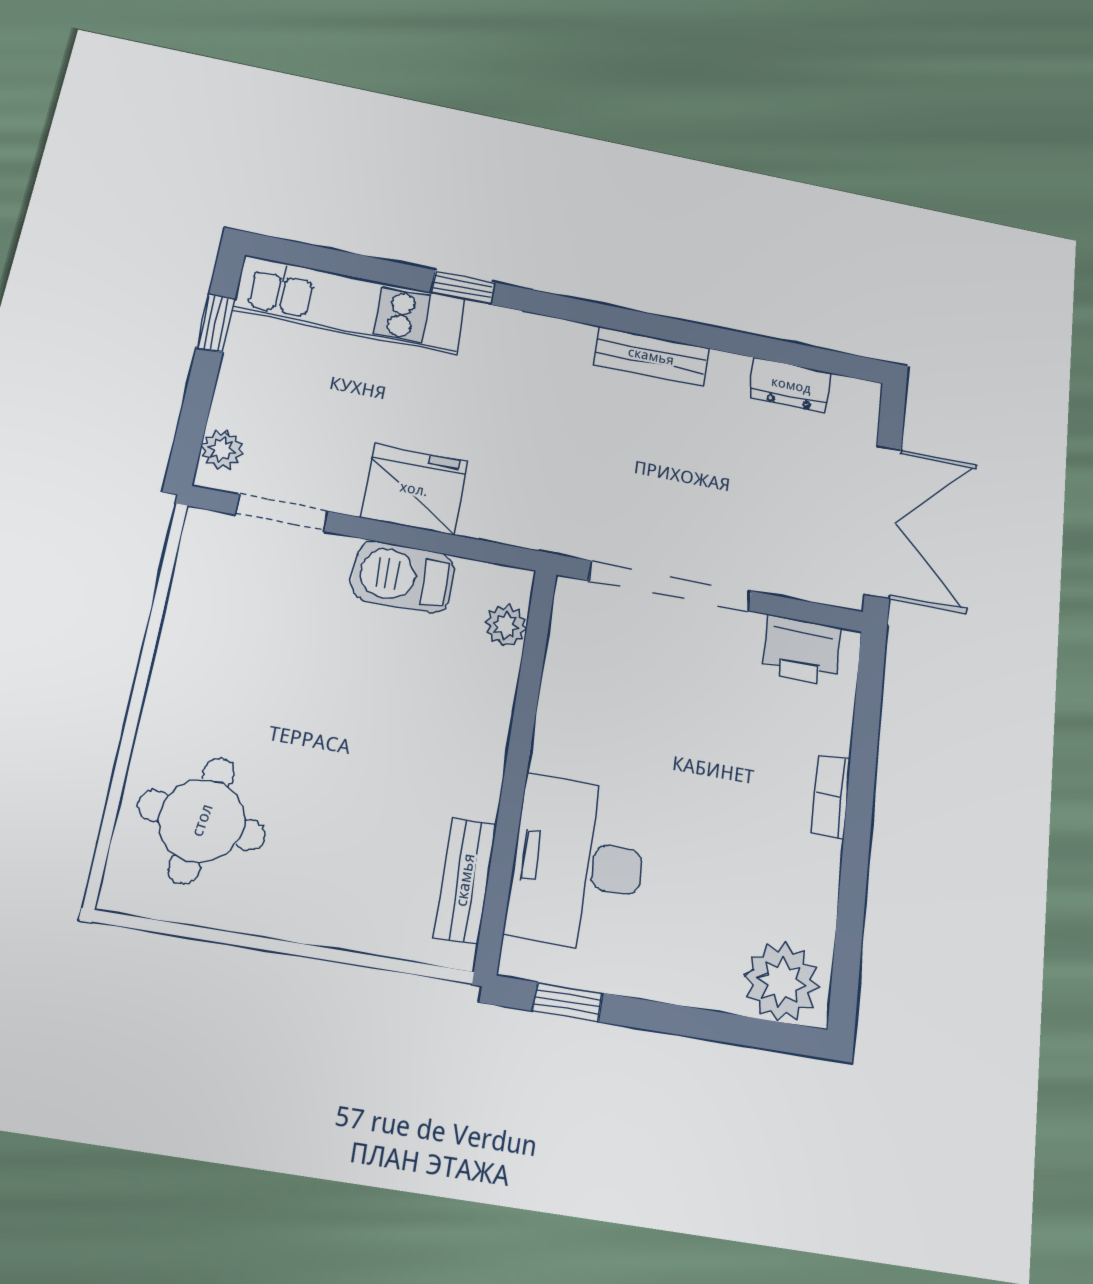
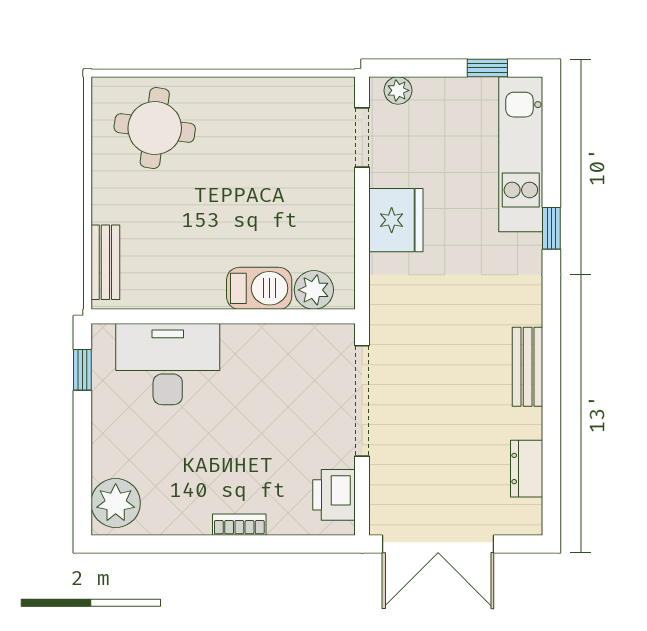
barbecue: (403, 577) -> (259, 288), moved, turned 90
plant: (506, 625) -> (314, 290), width x1.38, depth x1.38
bench: (465, 880) -> (105, 262), moved, turned 90

